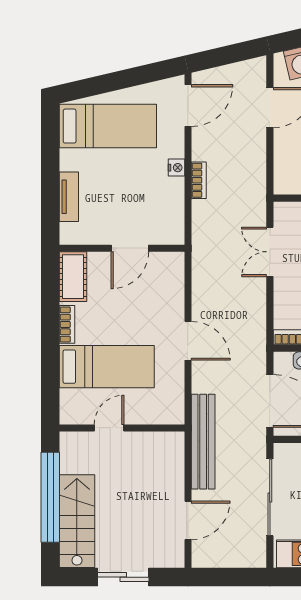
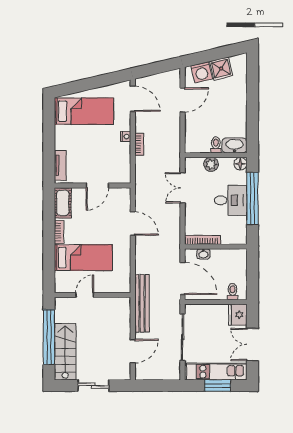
door: (188, 106) -> (133, 99), hinge flipped
tv unit: (69, 197) -> (60, 165), moved
door: (188, 341) -> (133, 223), moved

